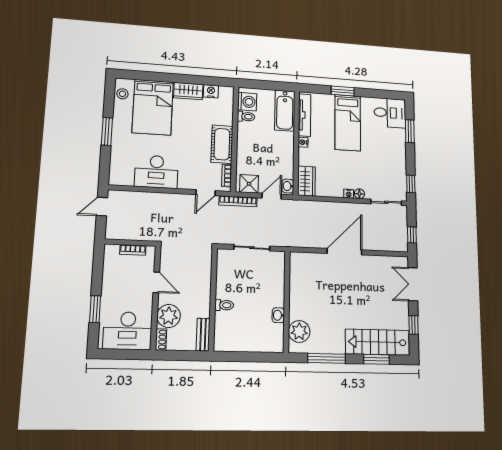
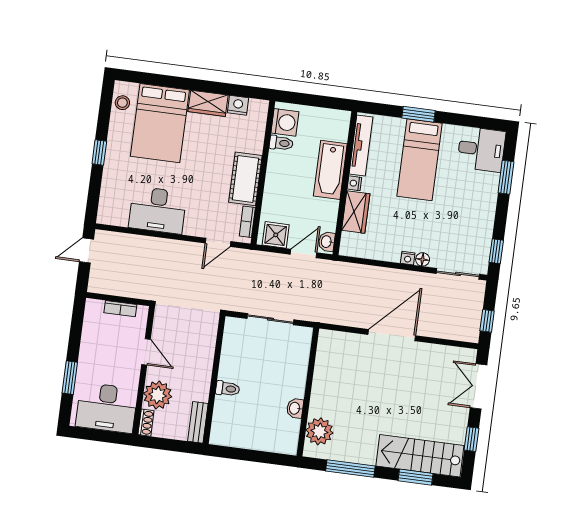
bathtub: (285, 111) -> (330, 170), moved
window: (107, 131) -> (99, 153), width x0.67
wardrobe: (306, 181) -> (356, 212), moved
bookcase: (238, 201) -> (259, 257), removed

